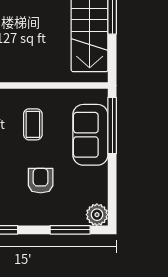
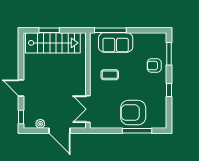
armchair: (41, 181) -> (154, 65), moved
plant: (97, 215) -> (160, 39), removed

